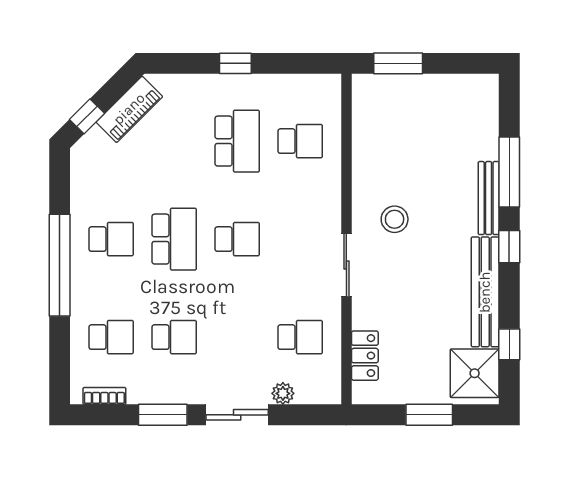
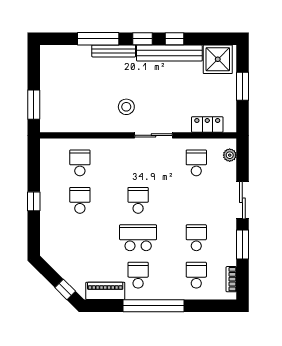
piano: (129, 109) -> (105, 291), moved, turned -45
school desk: (237, 141) -> (80, 200), width x0.54
window: (509, 344) -> (174, 39), moved
plant: (283, 393) -> (230, 155), moved

